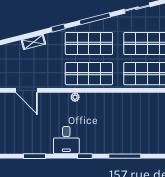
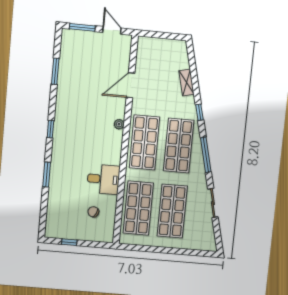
door: (27, 90) -> (130, 85), moved
chair: (154, 113) -> (93, 212), added
desk: (66, 140) -> (103, 179), moved, turned 180
window: (125, 156) -> (47, 175), width x0.69

